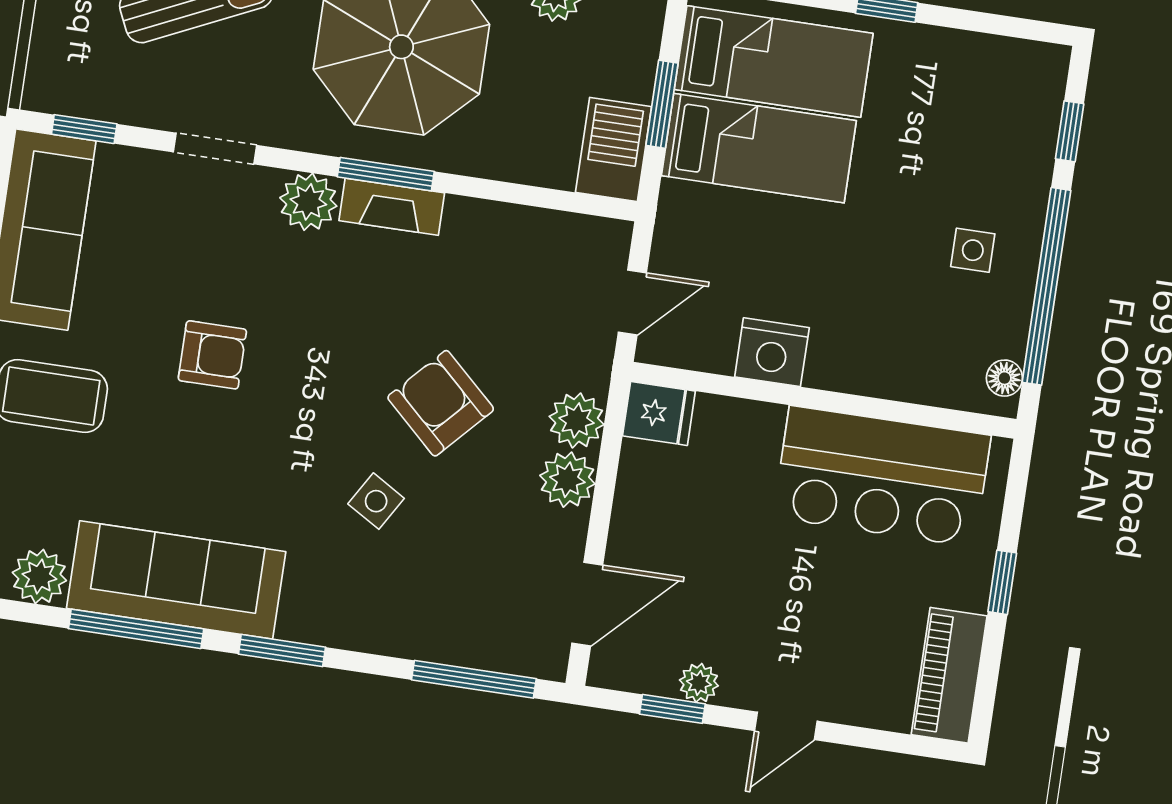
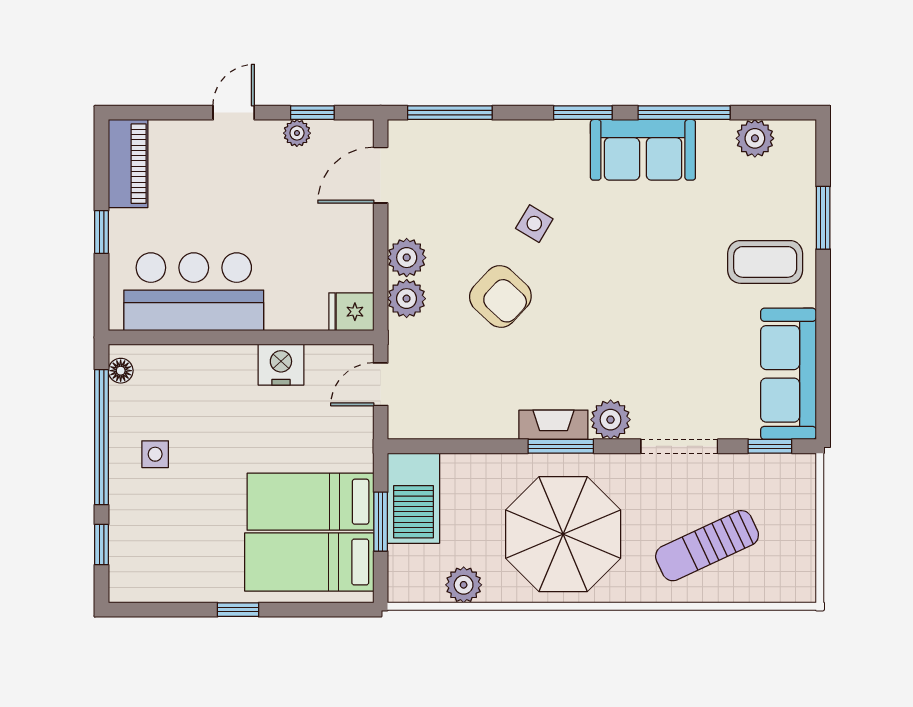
doorway: (215, 149) -> (679, 446), width x1.38
barbecue: (613, 149) -> (413, 498), width x1.37, depth x1.21
armchair: (212, 355) -> (660, 306), removed
sofa: (176, 580) -> (643, 150), width x0.73

